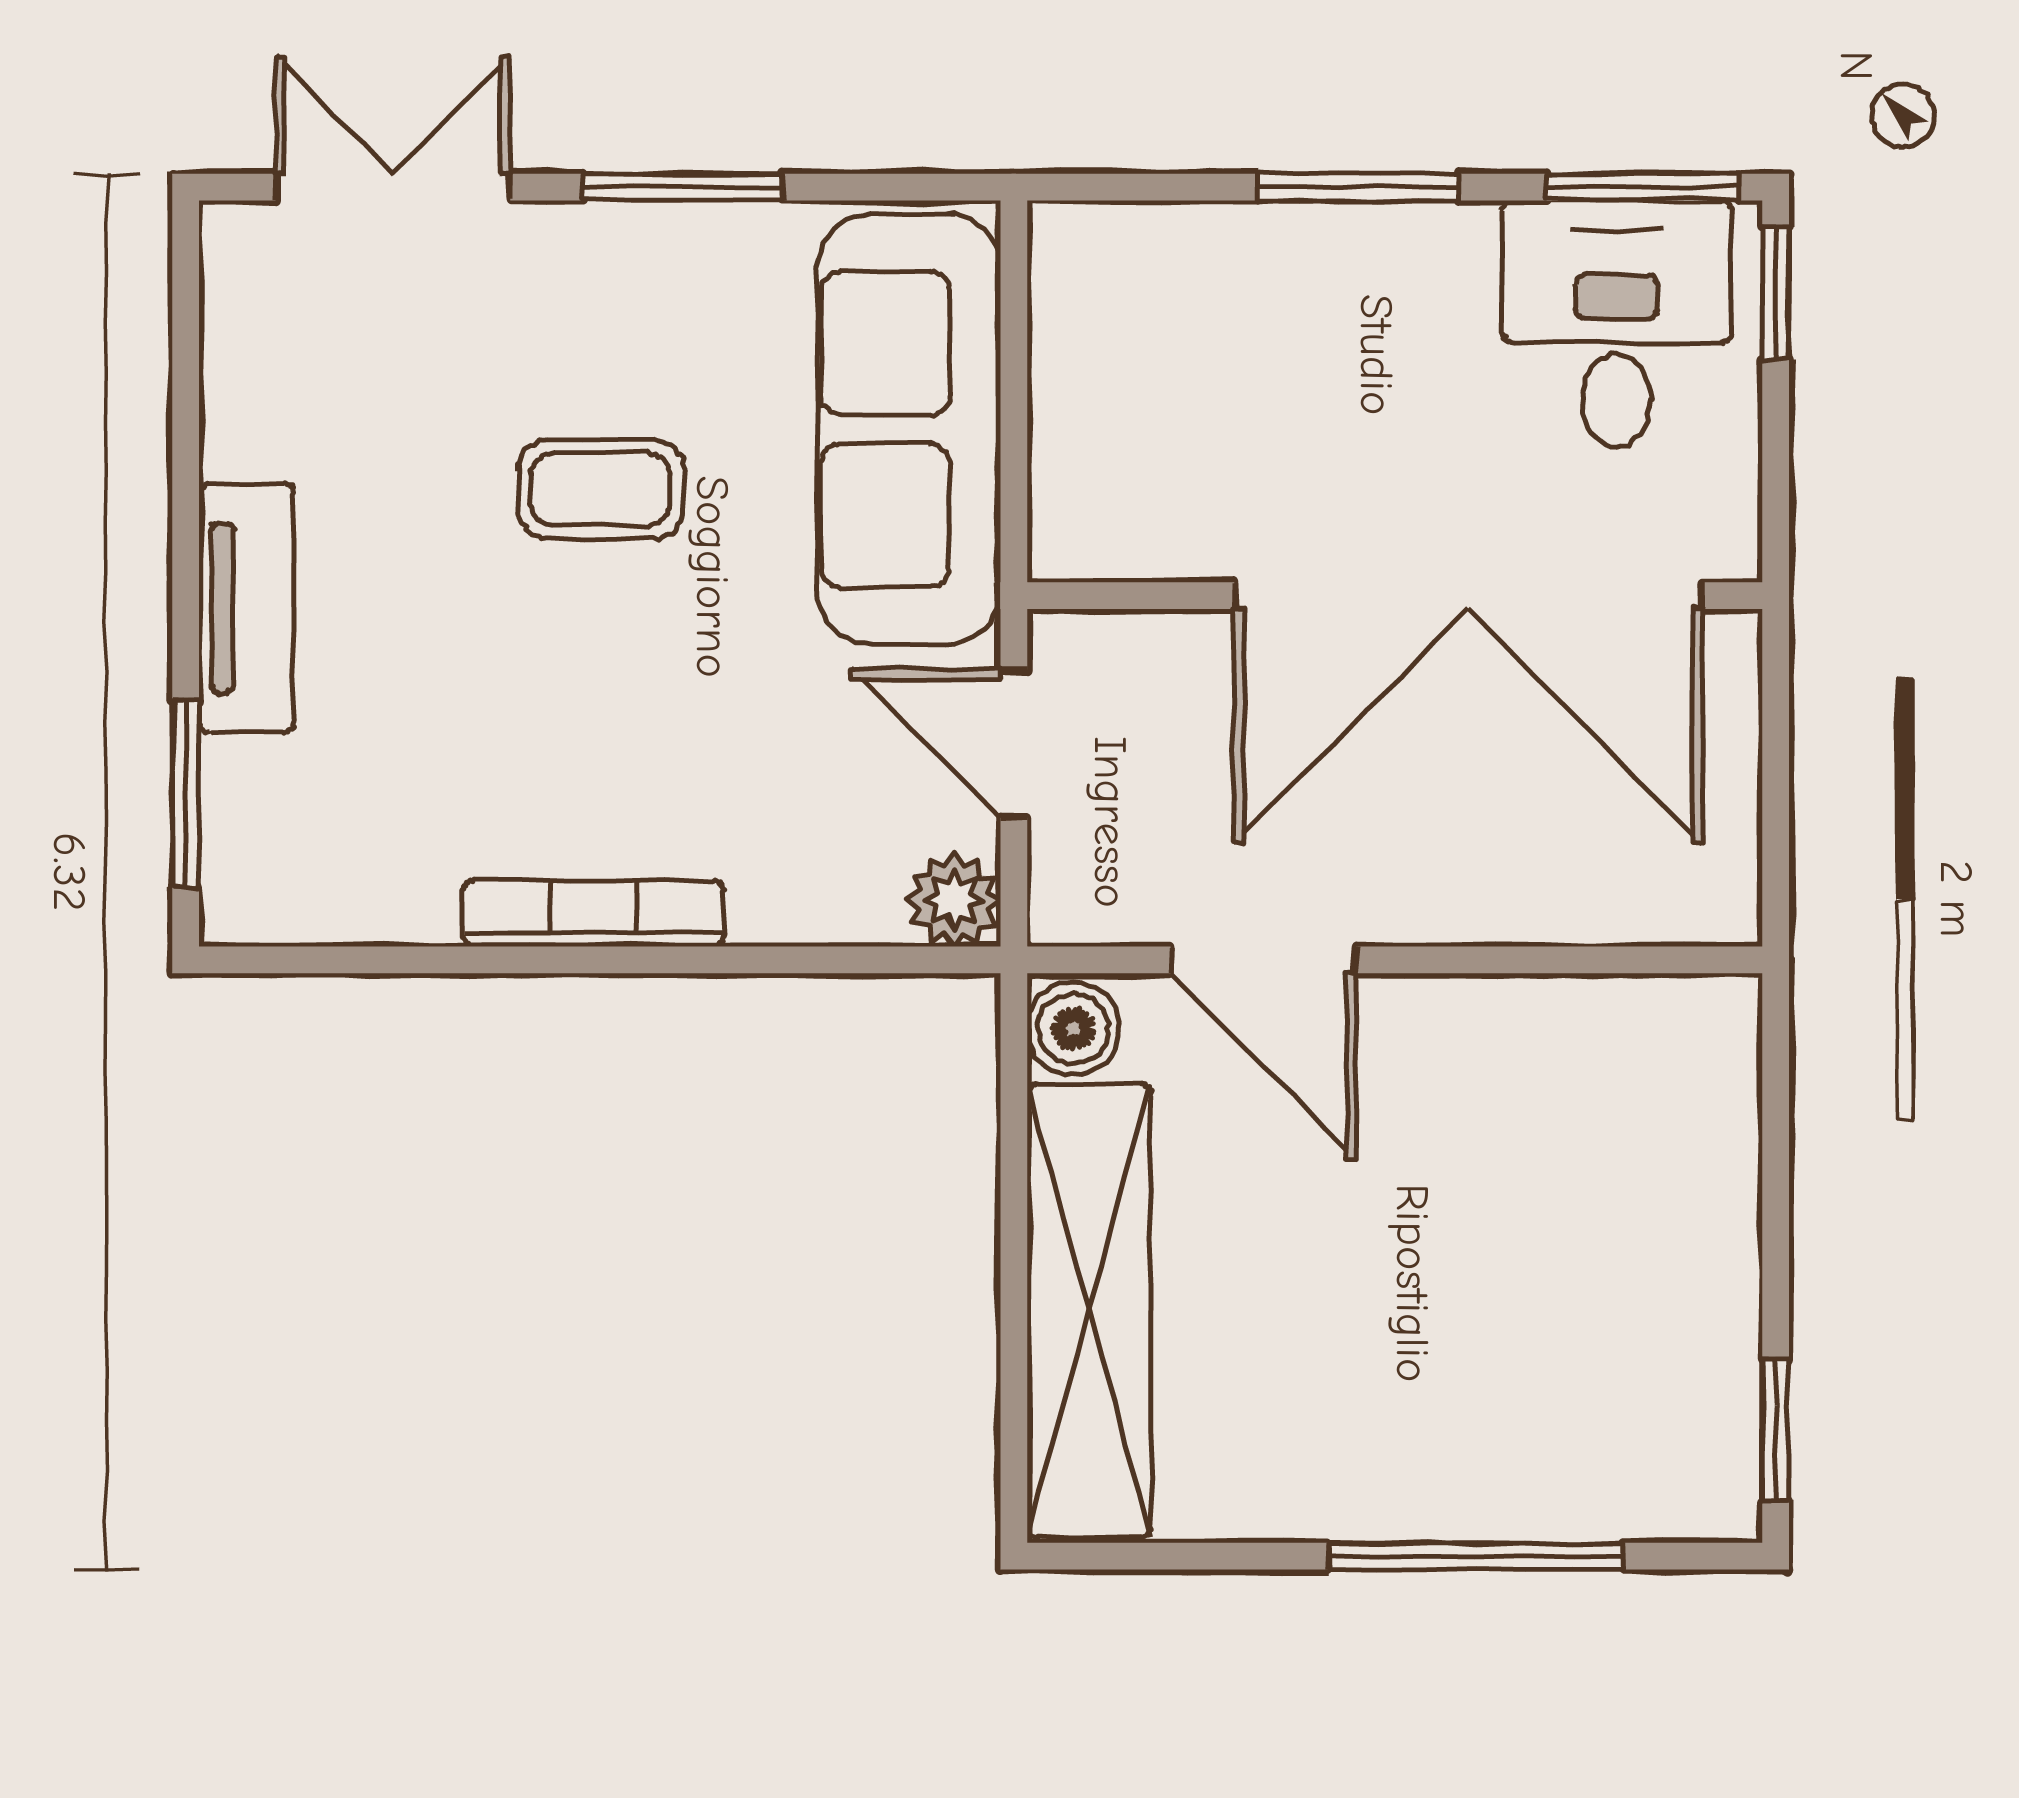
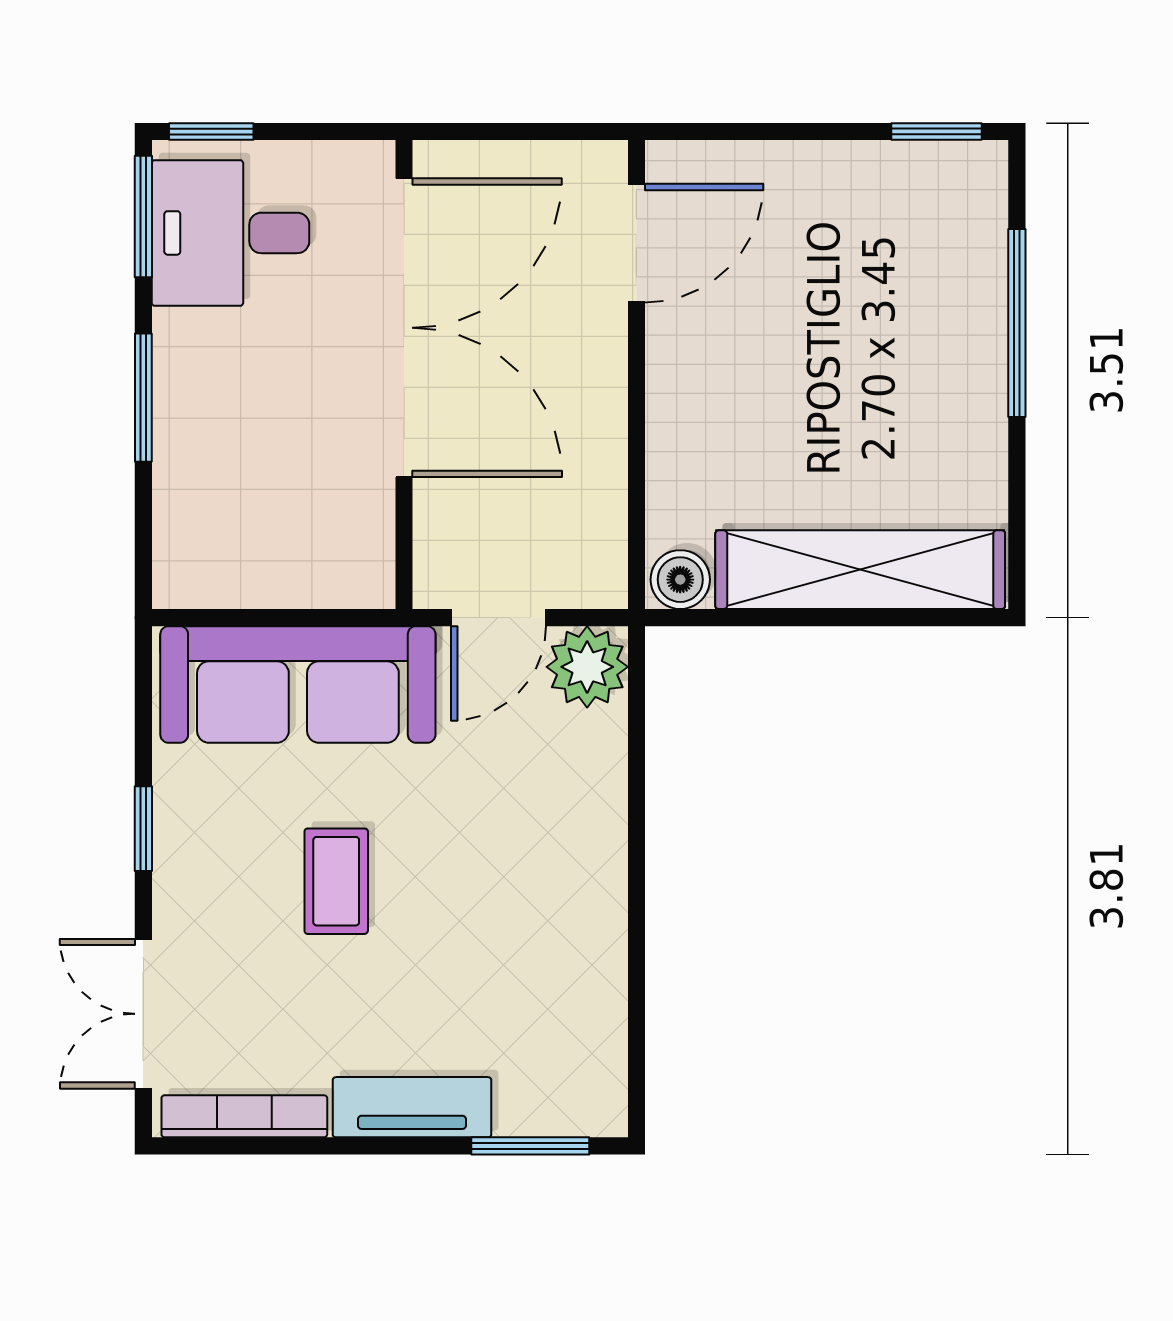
window: (683, 187) -> (143, 829), width x0.67
plant: (954, 900) -> (587, 667), width x1.38, depth x1.38
bookcase: (594, 913) -> (244, 1116), moved, turned 90
door: (1263, 960) -> (636, 243), moved

